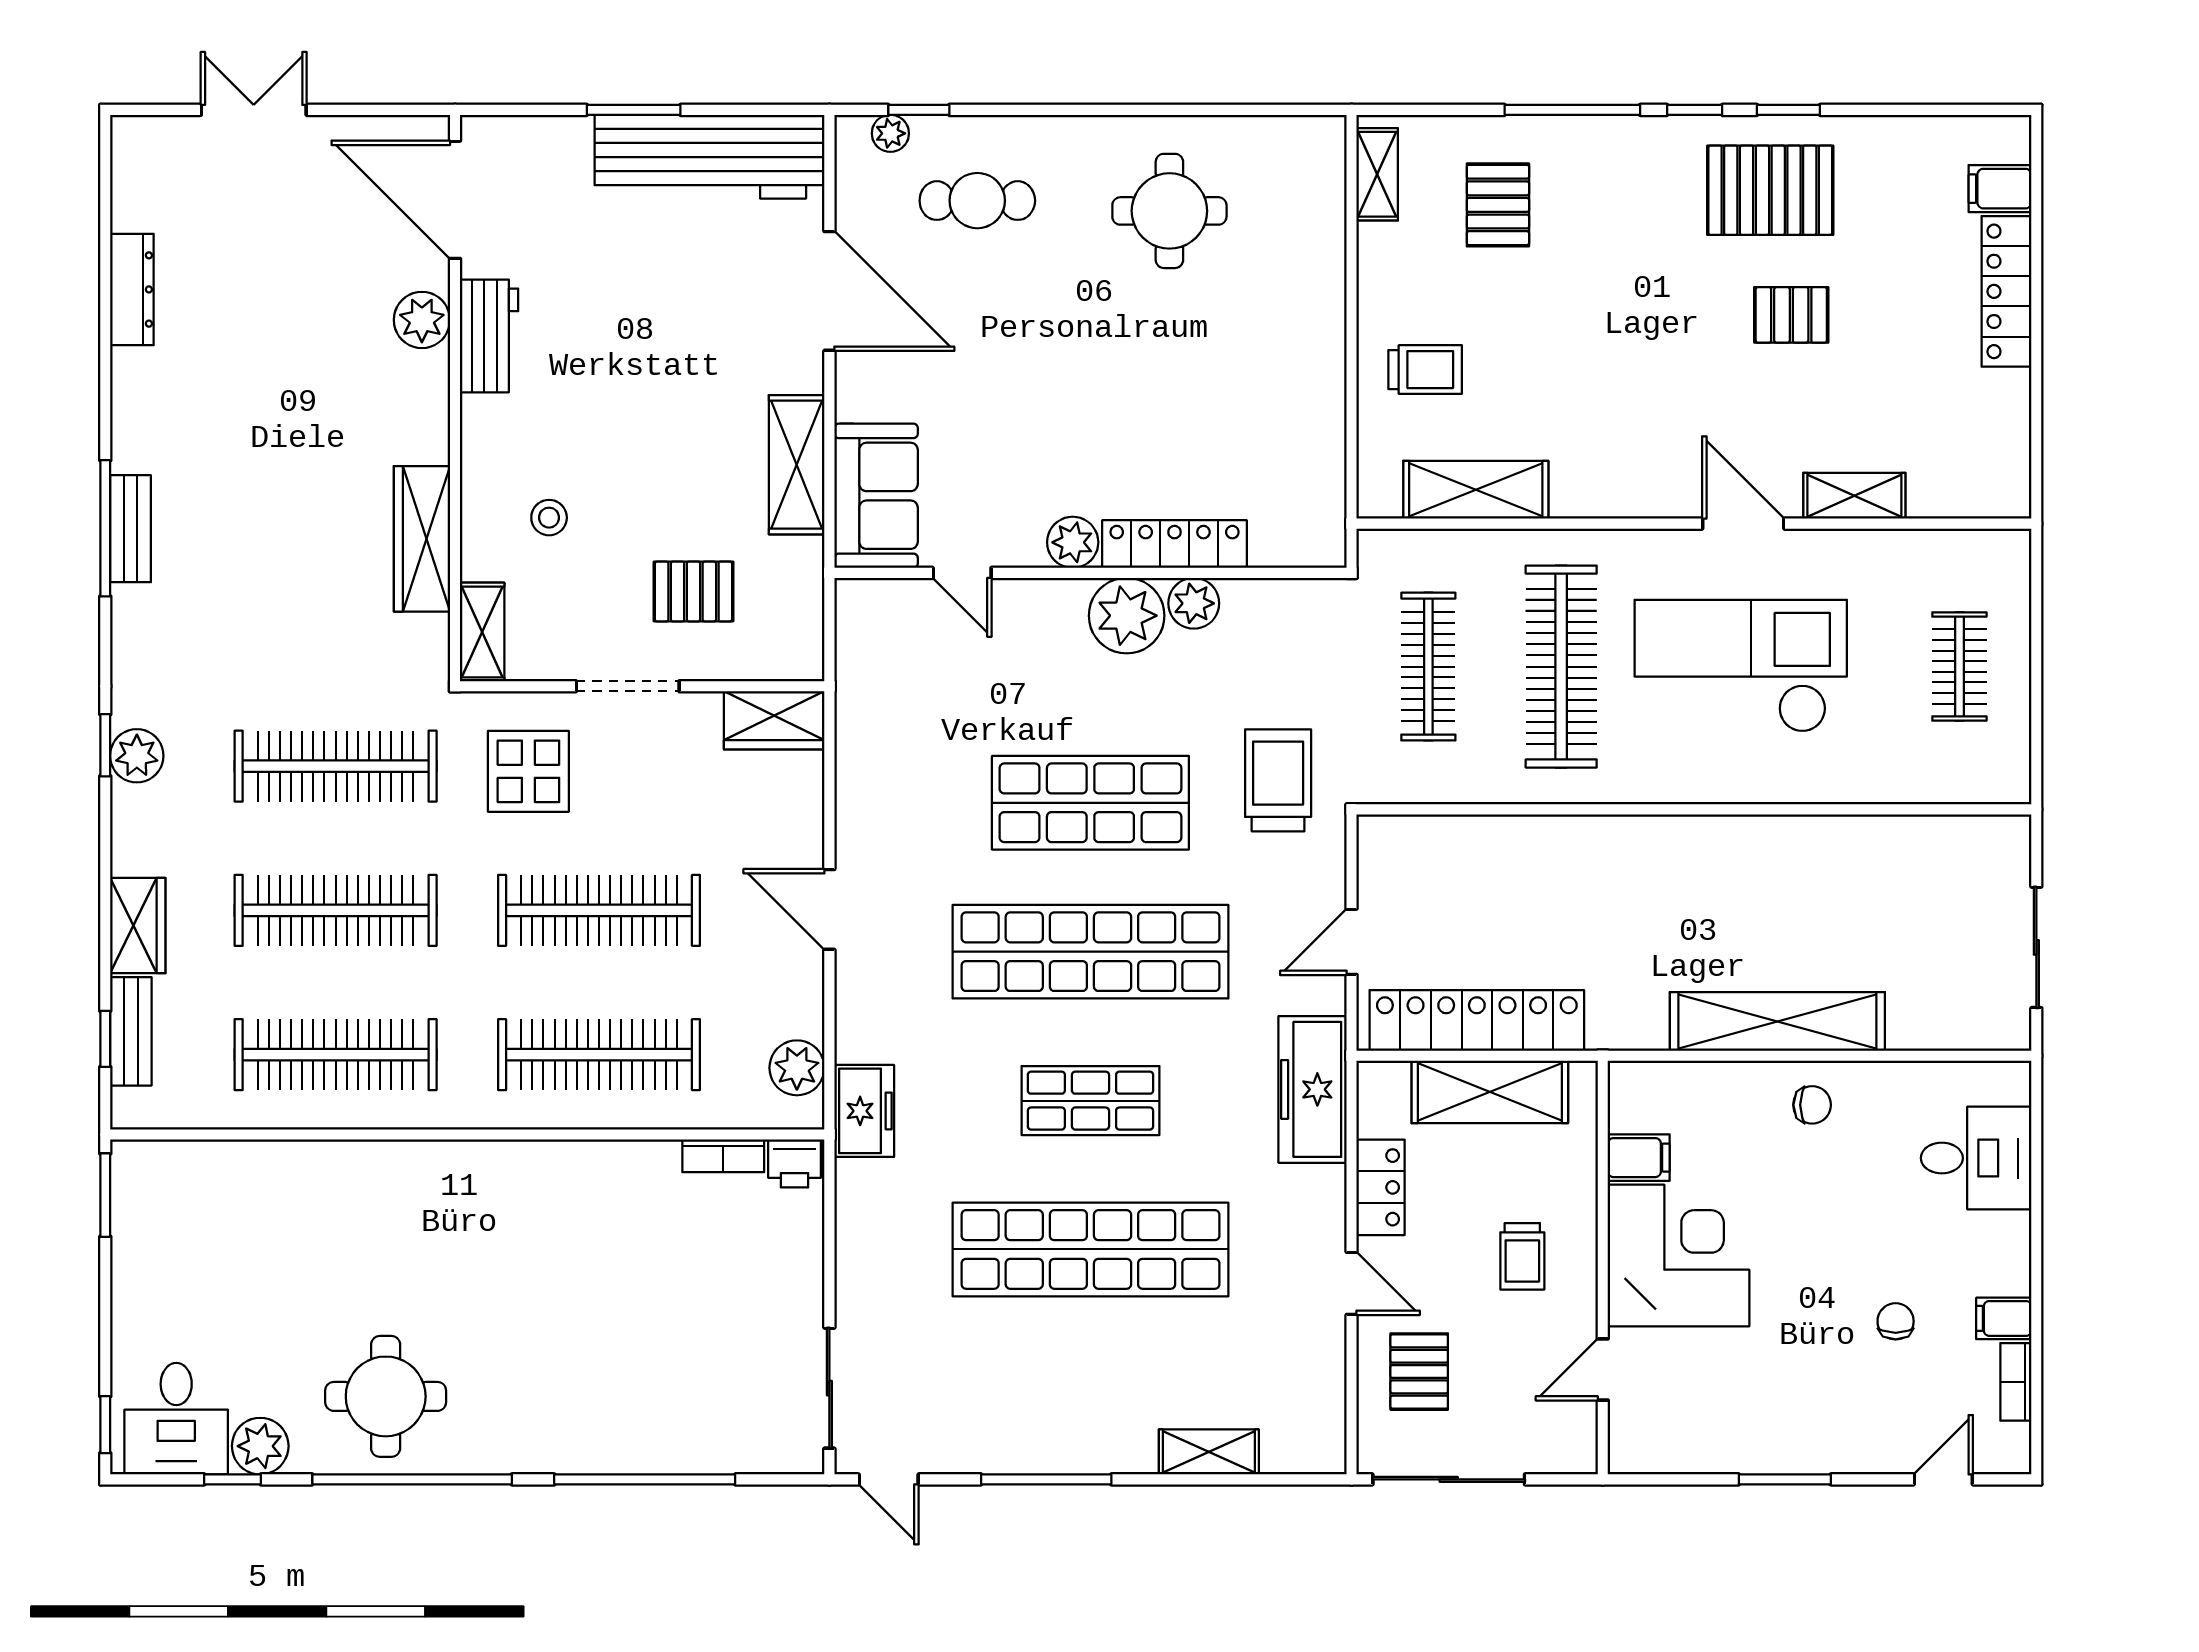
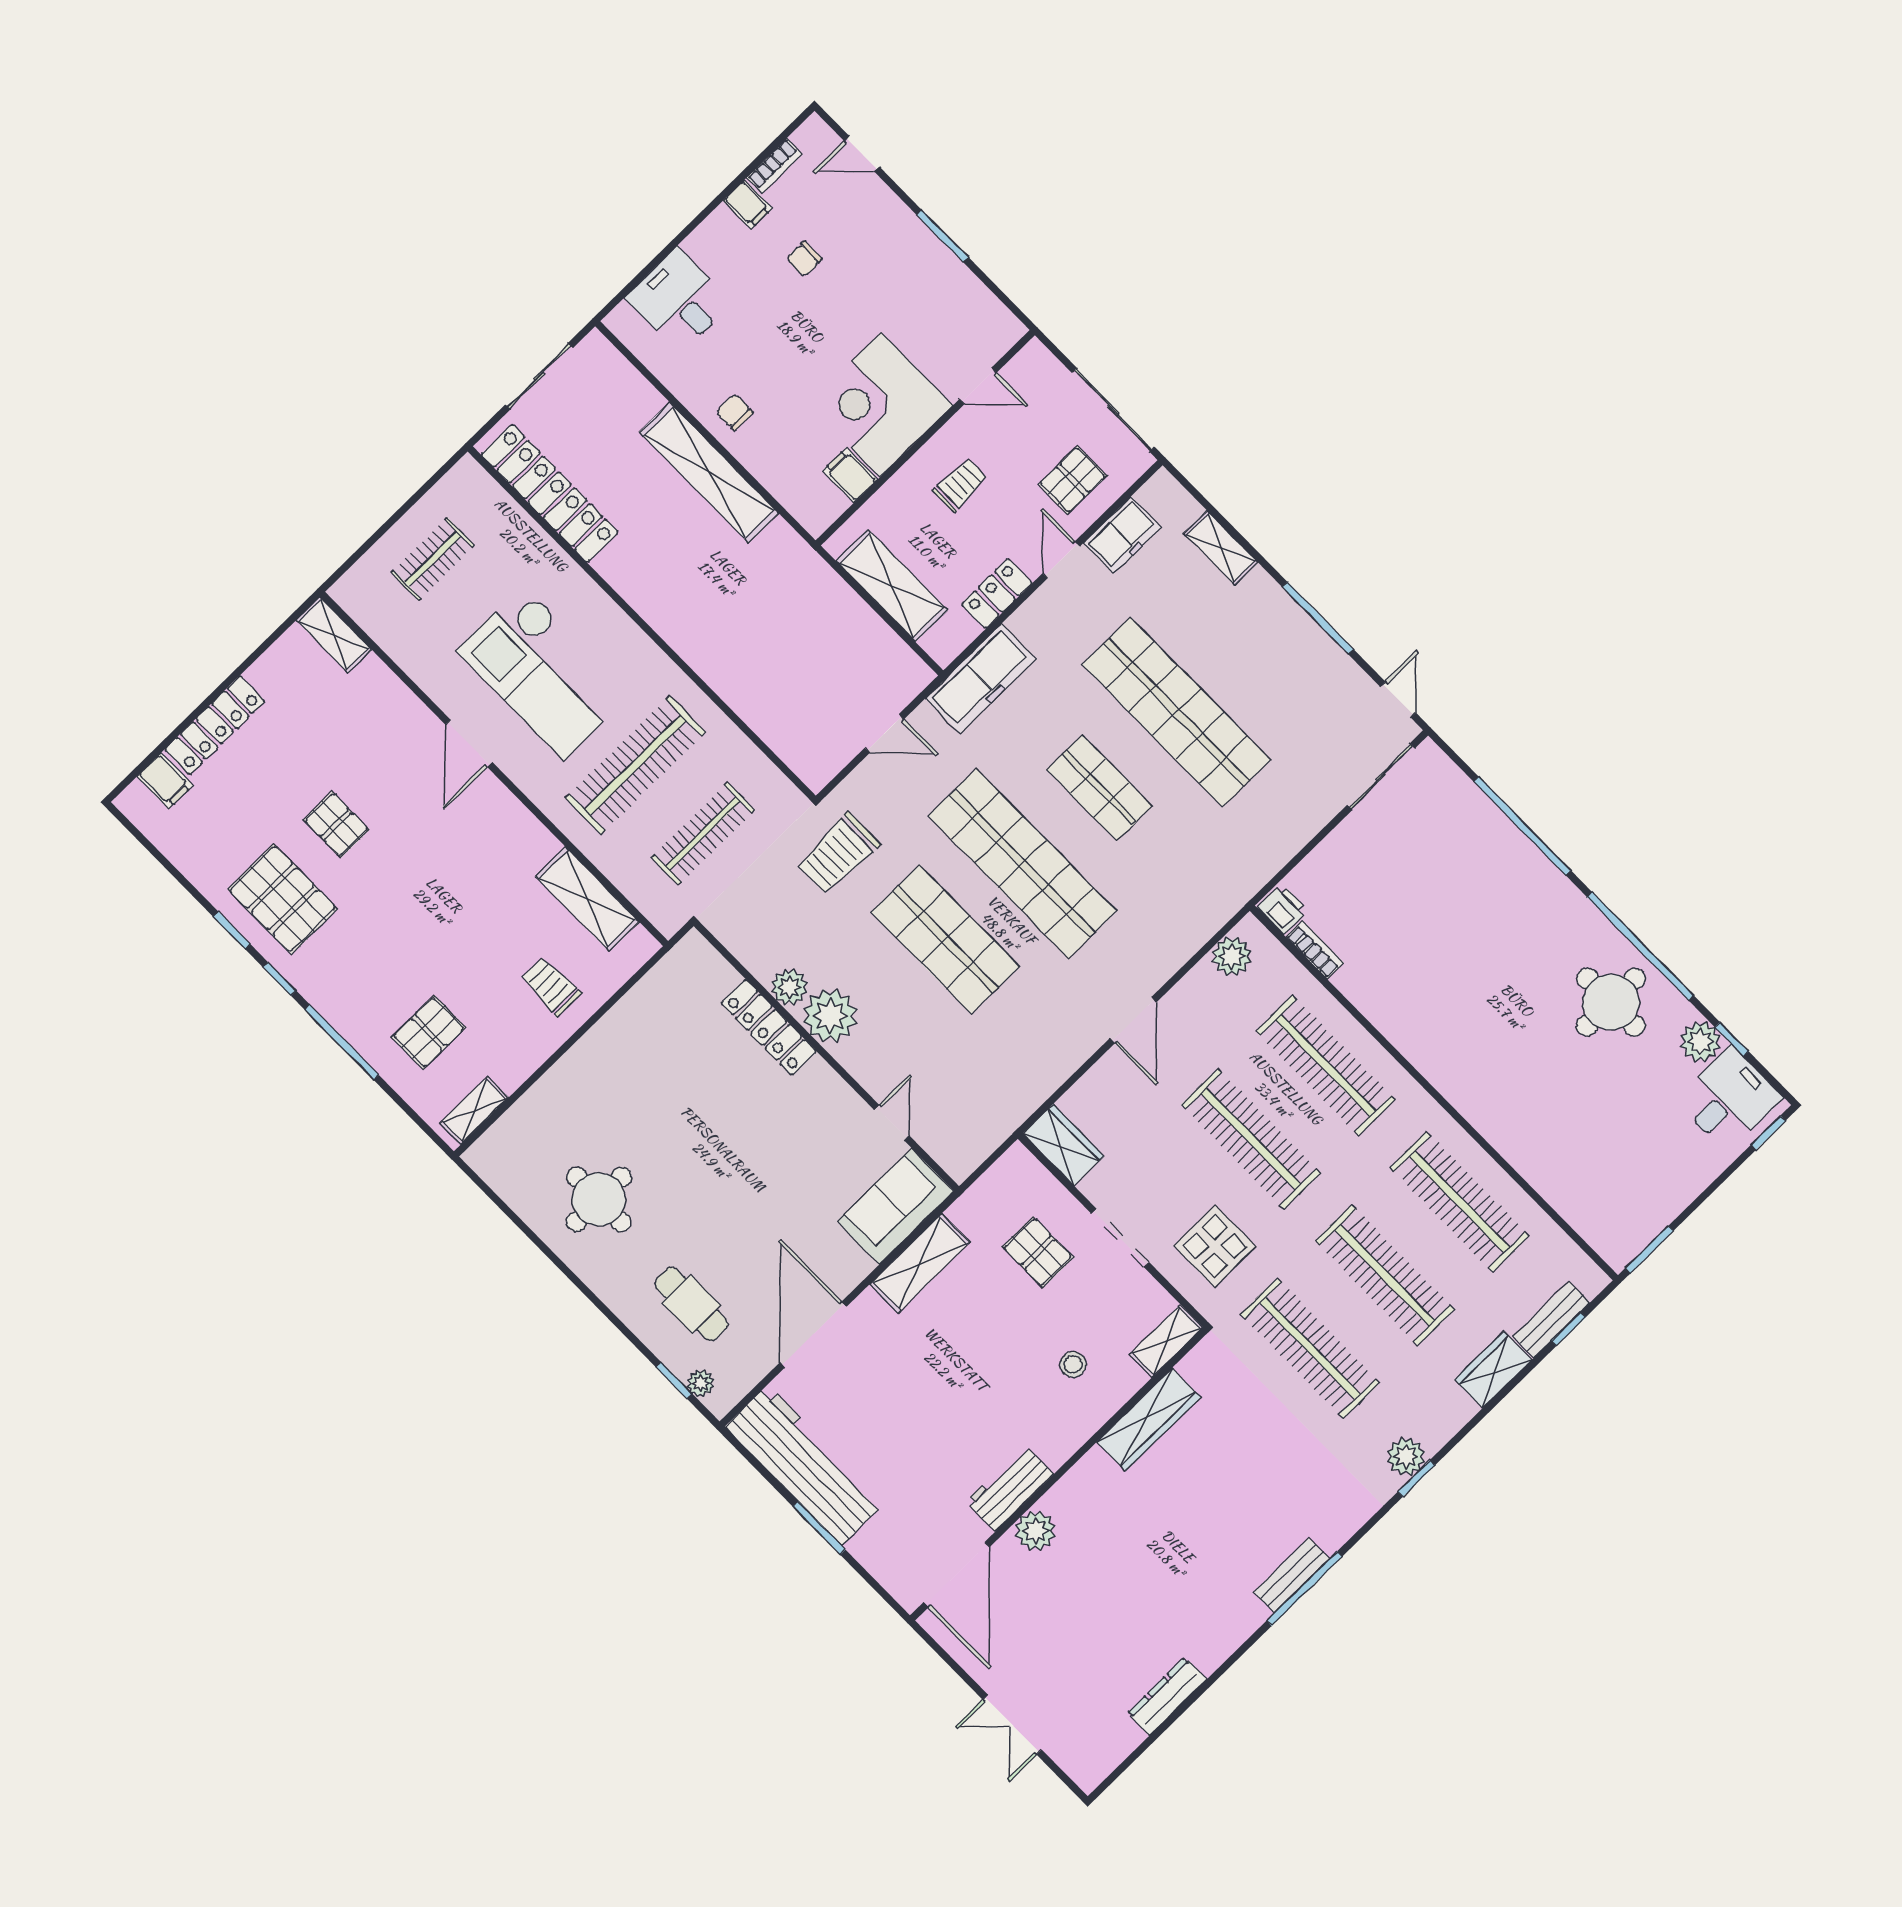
shelving: (1854, 496) -> (334, 635), moved
plant: (1073, 542) -> (820, 1081), removed
locker: (1477, 1020) -> (550, 493), moved, turned 180
freezer: (864, 1111) -> (1122, 535), moved, turned 180

